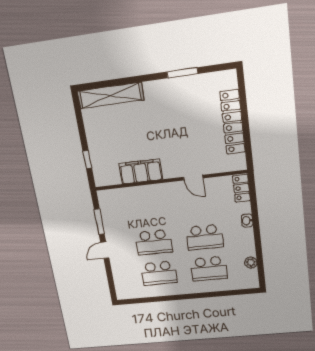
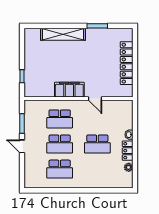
shelving: (111, 96) -> (63, 34), moved
filing cabinet: (141, 172) -> (69, 90), moved
locker: (241, 188) -> (128, 151), moved
door: (105, 250) -> (22, 146), hinge flipped
school desk: (209, 269) -> (60, 119), moved

